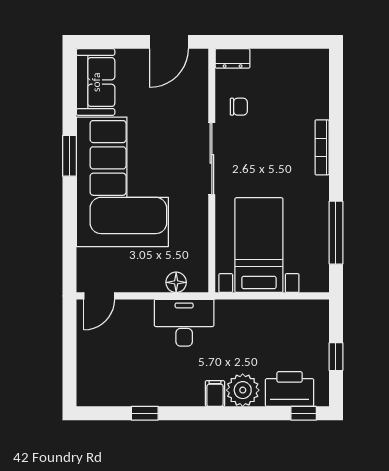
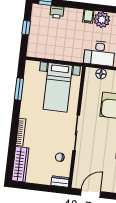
wardrobe: (316, 83) -> (20, 164), added
window: (336, 233) -> (19, 89), width x0.69
printer: (290, 389) -> (57, 12), width x0.53, depth x0.68
plant: (243, 390) -> (102, 20), moved

